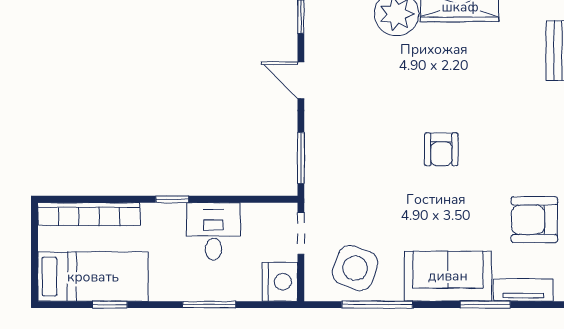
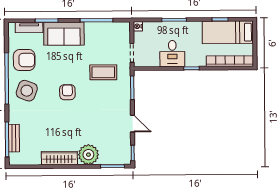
coffee table: (363, 192) -> (103, 72), added
side table: (355, 268) -> (27, 91), moved
nightstand: (280, 282) -> (138, 26), width x0.53, depth x0.56

